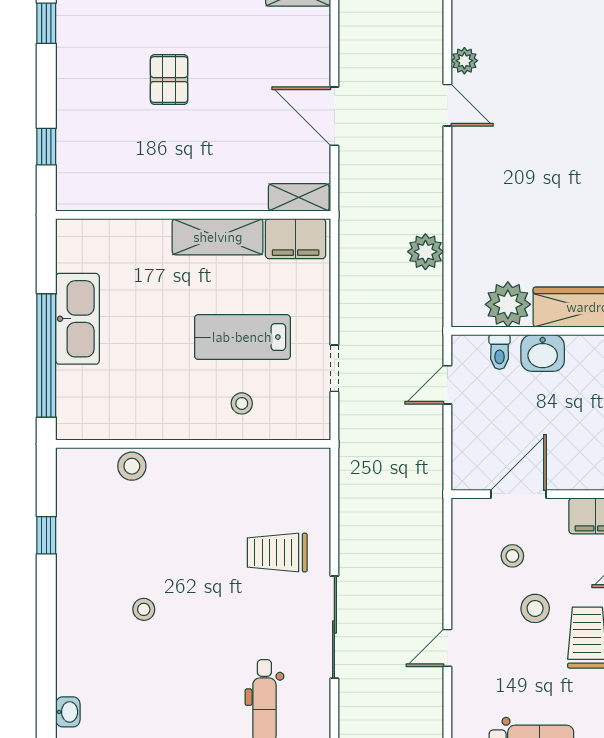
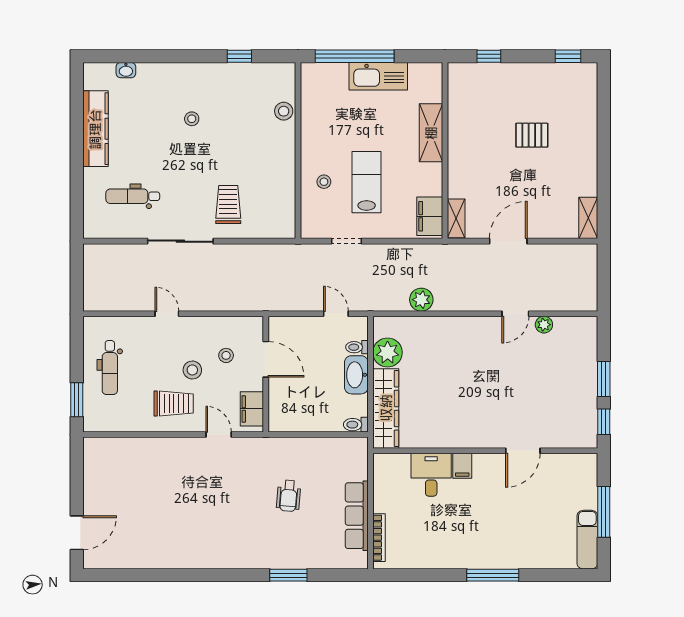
shelving: (218, 237) -> (431, 133), moved
washbasin: (543, 353) -> (356, 375), width x1.38

